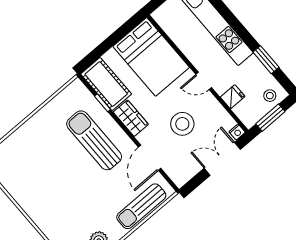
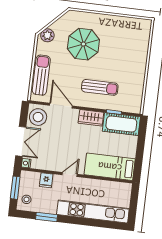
bed: (151, 57) -> (110, 167), width x0.67
stool: (182, 124) -> (38, 117), moved
sun lounger: (94, 140) -> (100, 87), width x0.73, depth x0.75
parasol: (71, 199) -> (83, 44), added

